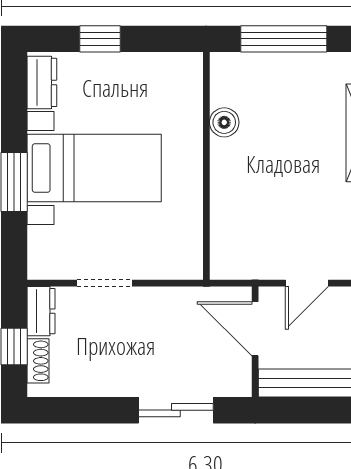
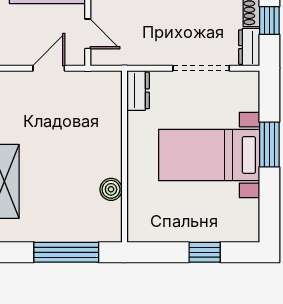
dresser: (42, 82) -> (138, 90), moved, turned 180
doorway: (104, 283) -> (201, 68), width x1.38
door: (255, 329) -> (88, 34), width x0.73

